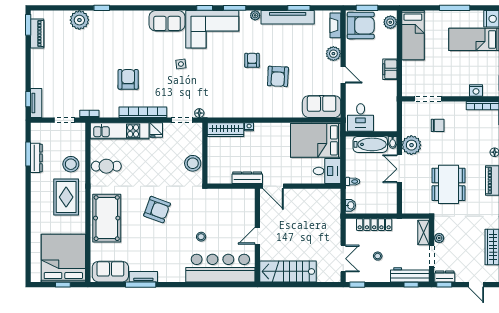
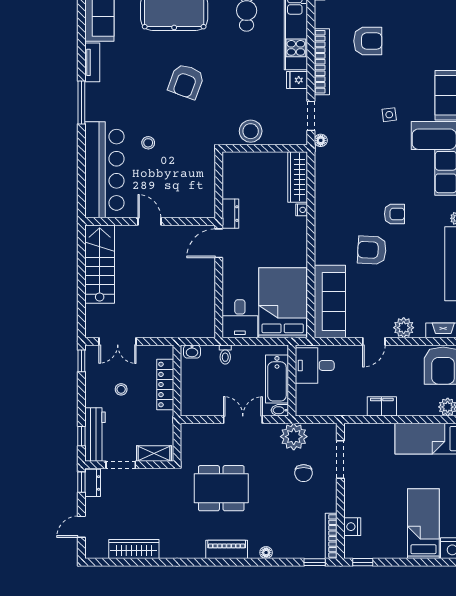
sofa: (322, 107) -> (330, 301), width x1.36
plant: (411, 145) -> (294, 437), moved
dresser: (247, 178) -> (230, 214), width x0.70
plant: (439, 238) -> (146, 475), removed
window: (141, 285) -> (81, 102), moved

